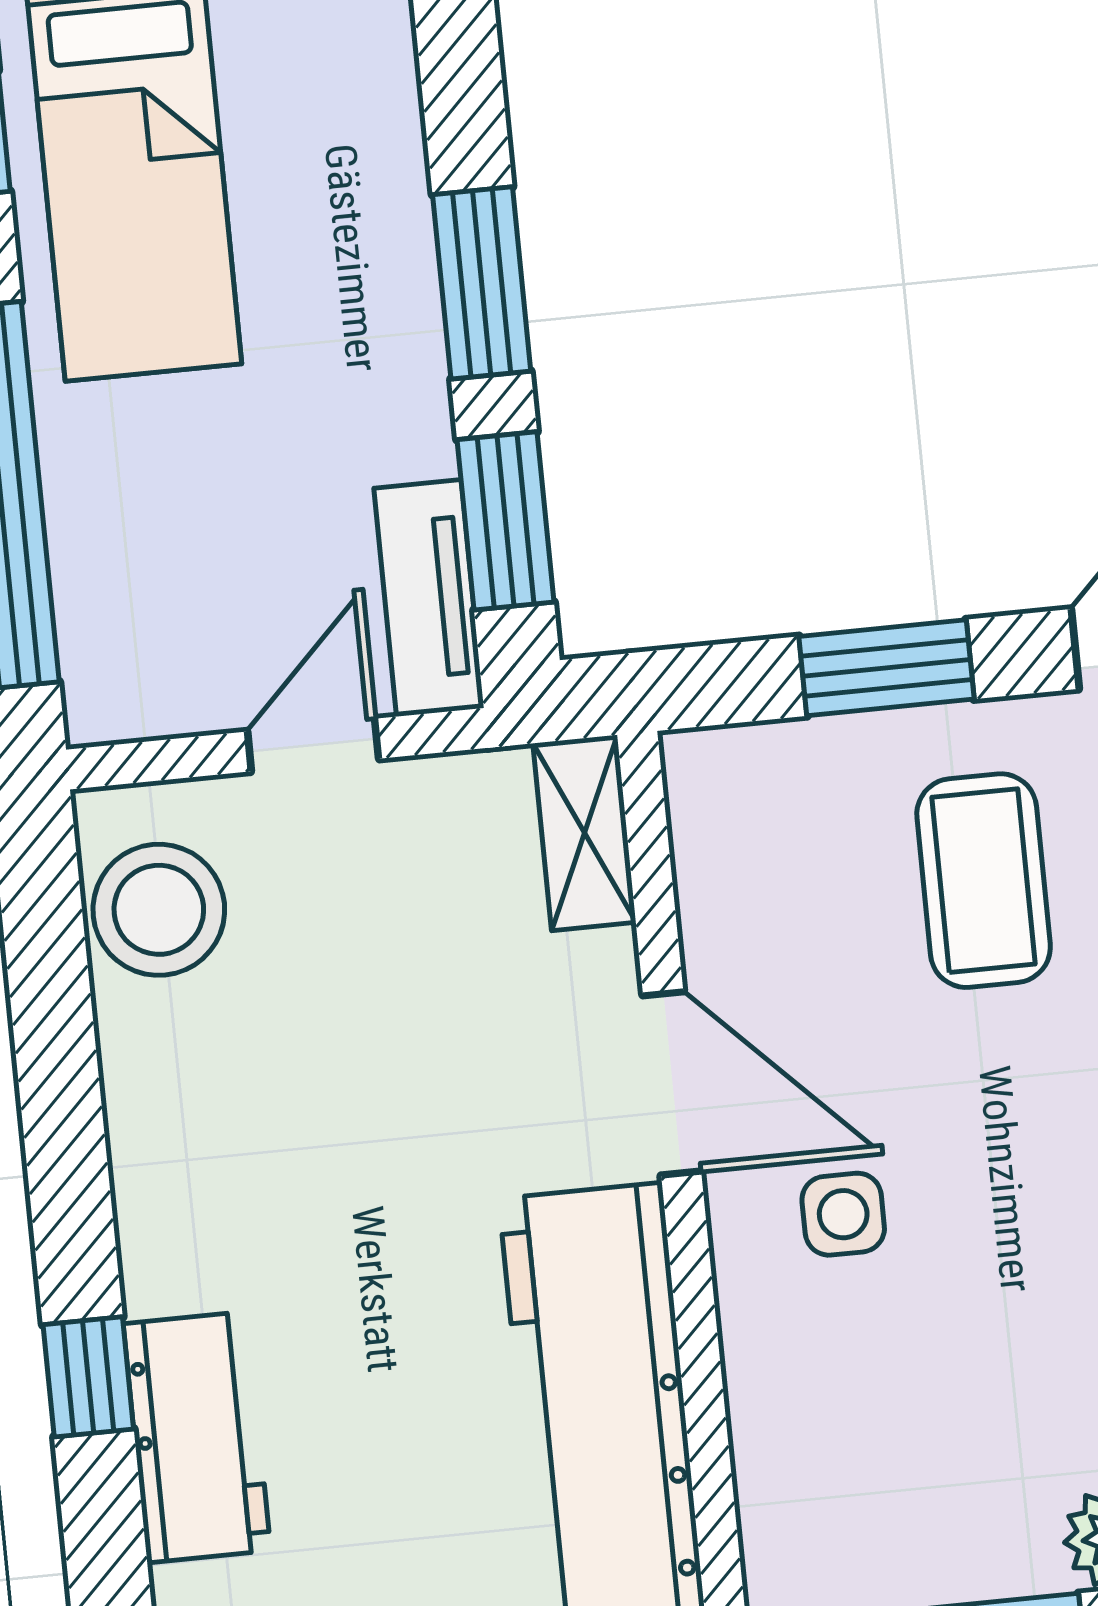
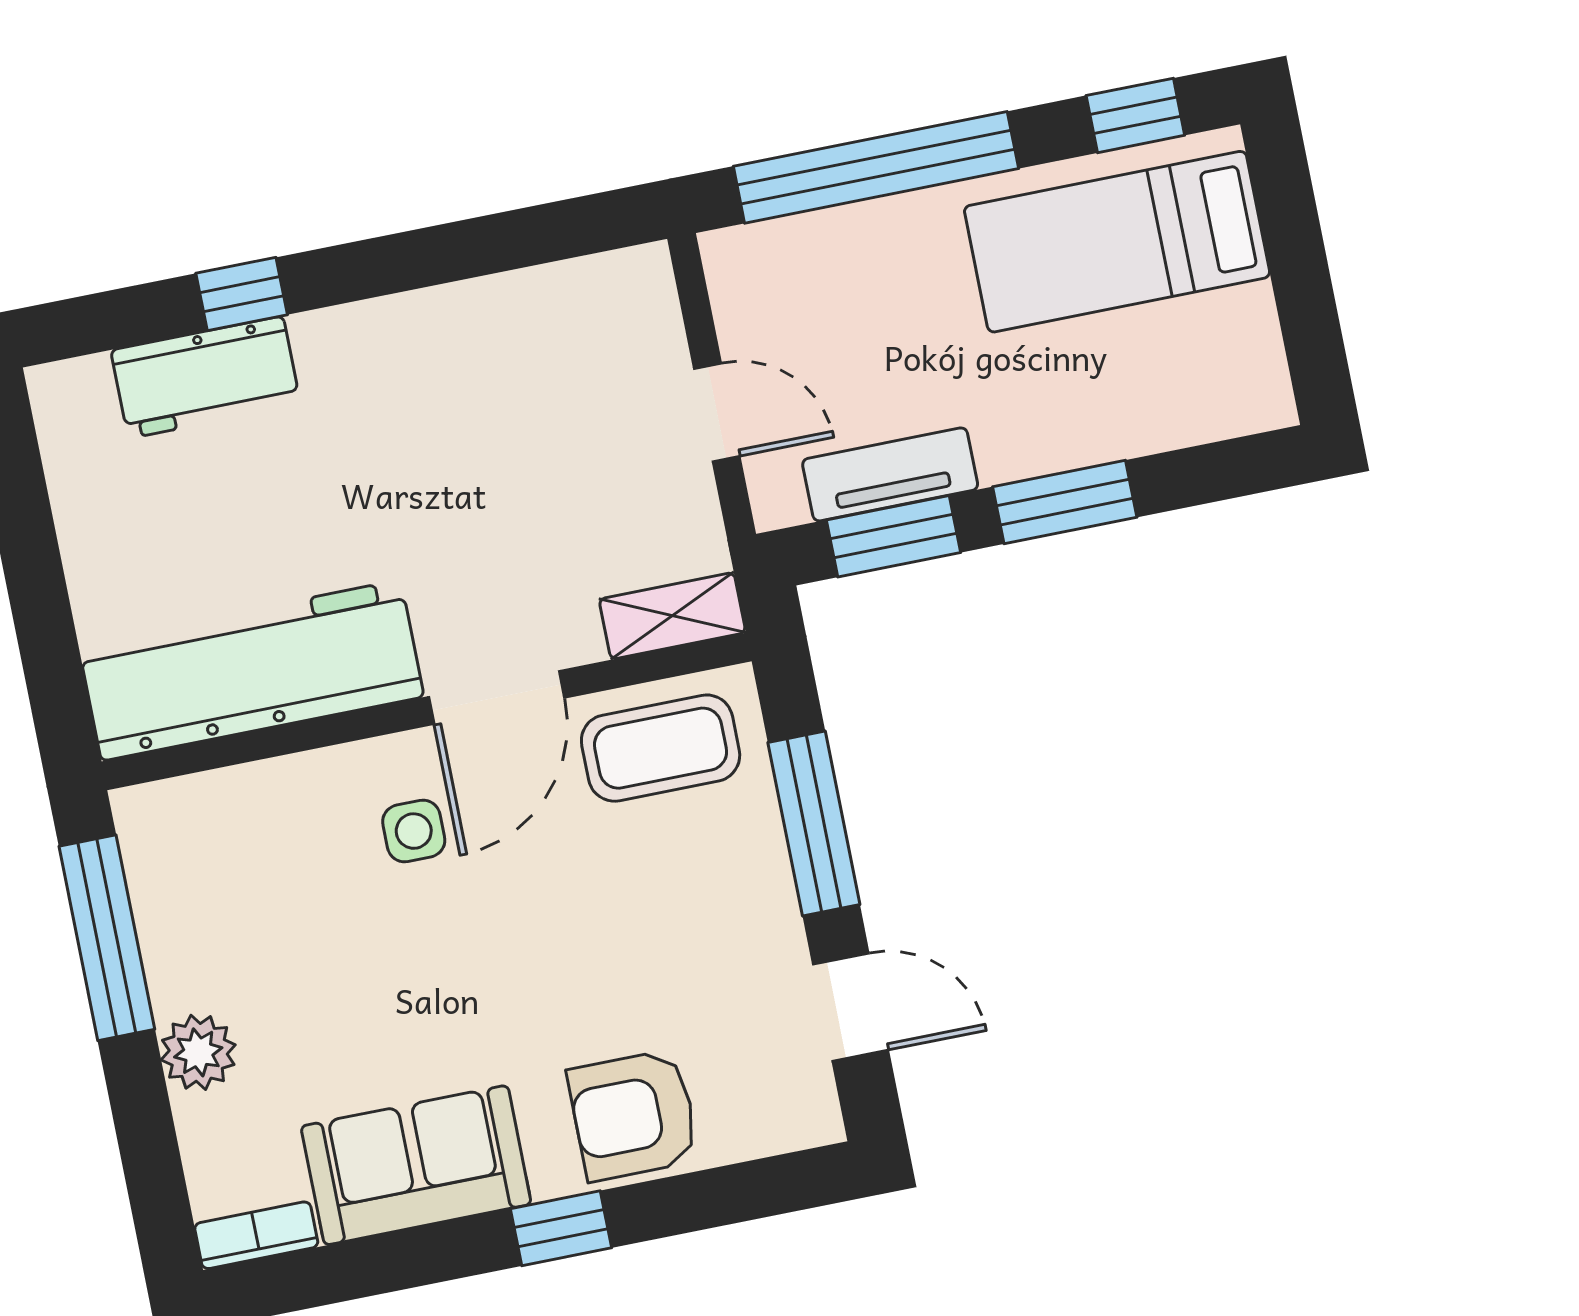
tv unit: (429, 598) -> (890, 474), moved
window: (886, 668) -> (814, 824), width x1.44
coffee table: (984, 881) -> (661, 748), moved
stool: (159, 910) -> (586, 312), removed

